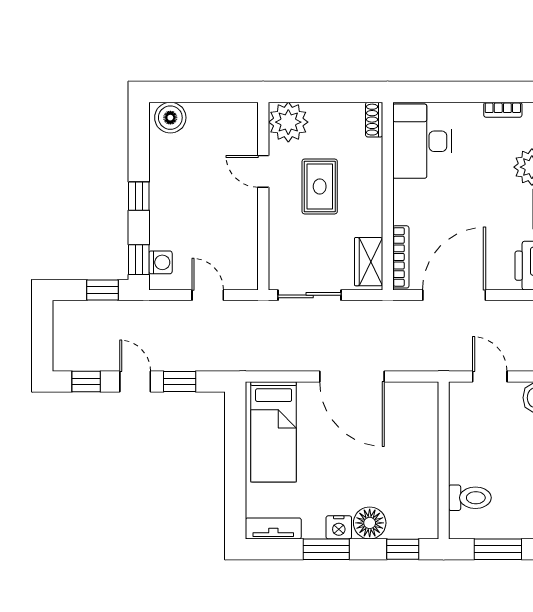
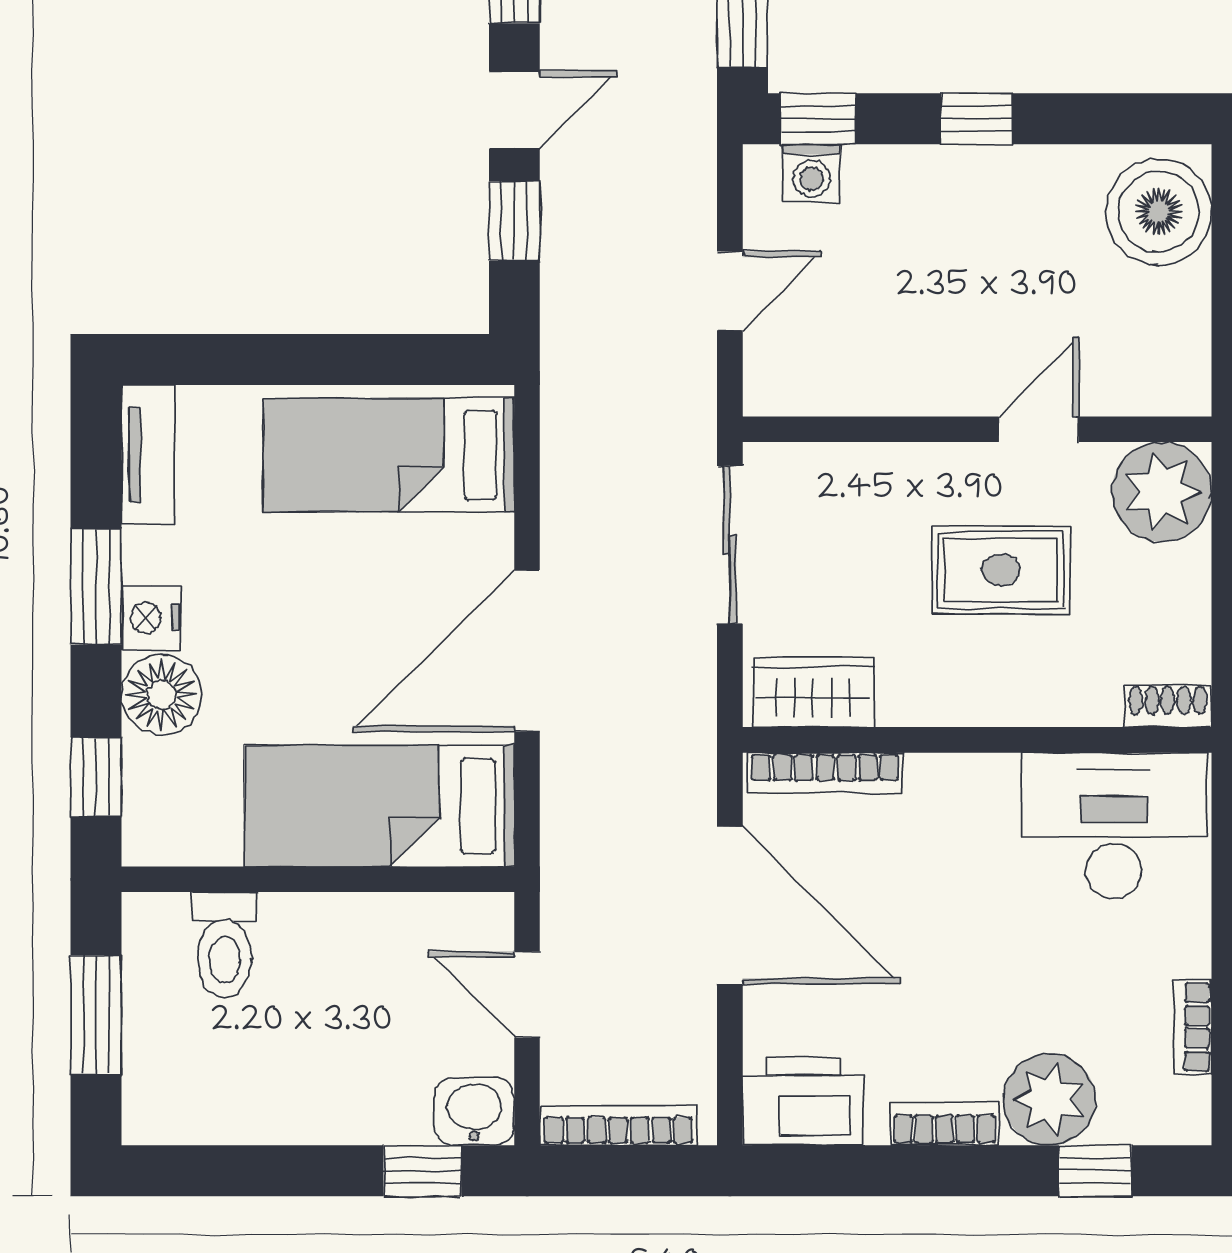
boiler: (170, 118) -> (1158, 212), width x1.37, depth x1.37
door: (490, 376) -> (527, 995), swing flipped
bed: (414, 436) -> (379, 806), added

